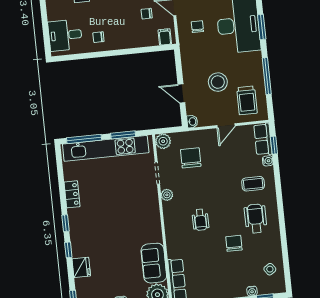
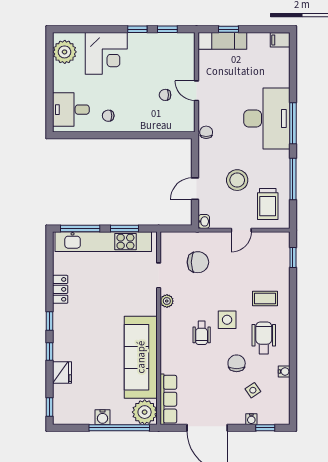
chair: (197, 27) -> (206, 132), moved
window: (262, 27) -> (293, 123), width x1.44
filing cabinet: (165, 37) -> (183, 123), removed
door: (181, 93) -> (195, 189), hinge flipped
row of seats: (263, 139) -> (281, 250), removed
plant: (163, 141) -> (169, 240), removed
chair: (191, 158) -> (198, 262), turned 90
water cooler: (268, 161) -> (284, 371), moved
side table: (222, 206) -> (227, 320), added
sofa: (154, 263) -> (141, 357), width x1.85, depth x1.27
side table: (270, 269) -> (253, 390), moved

